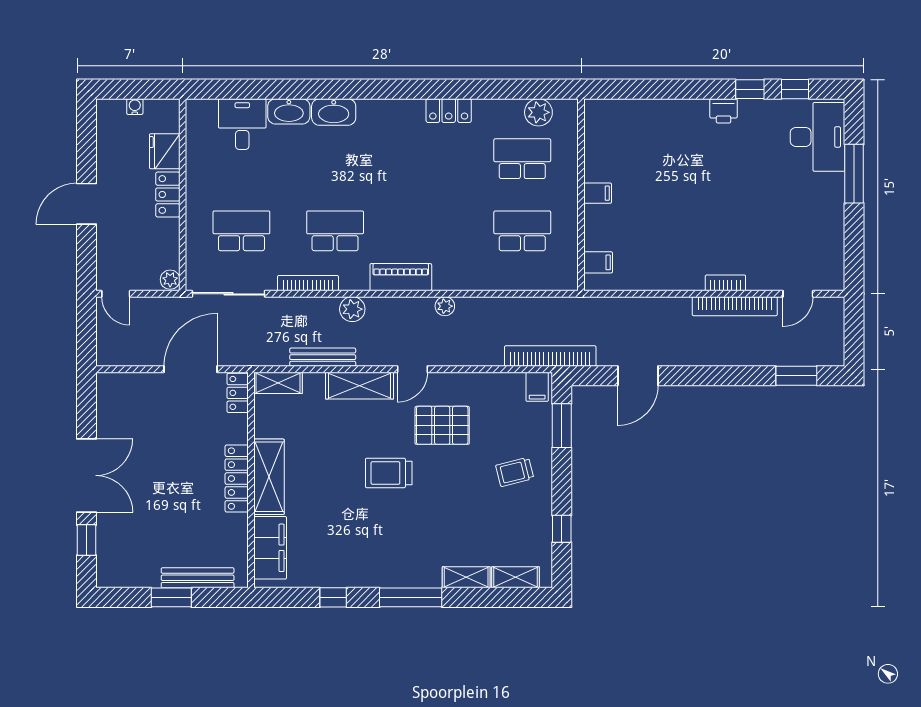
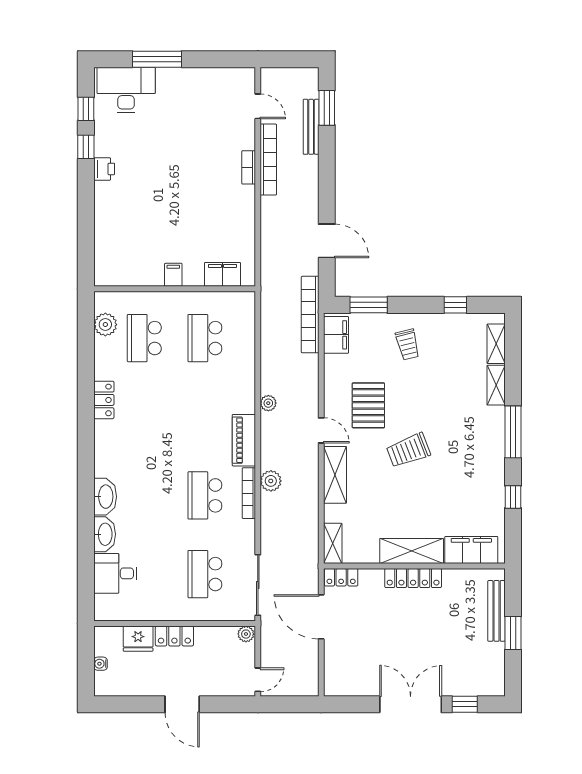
filing cabinet: (598, 262) -> (222, 274), width x2.00
bookcase: (308, 283) -> (249, 493), moved
bench: (323, 357) -> (311, 127), moved
filing cabinet: (537, 387) -> (336, 335), width x2.00
trolley: (389, 473) -> (408, 450), turned 69

